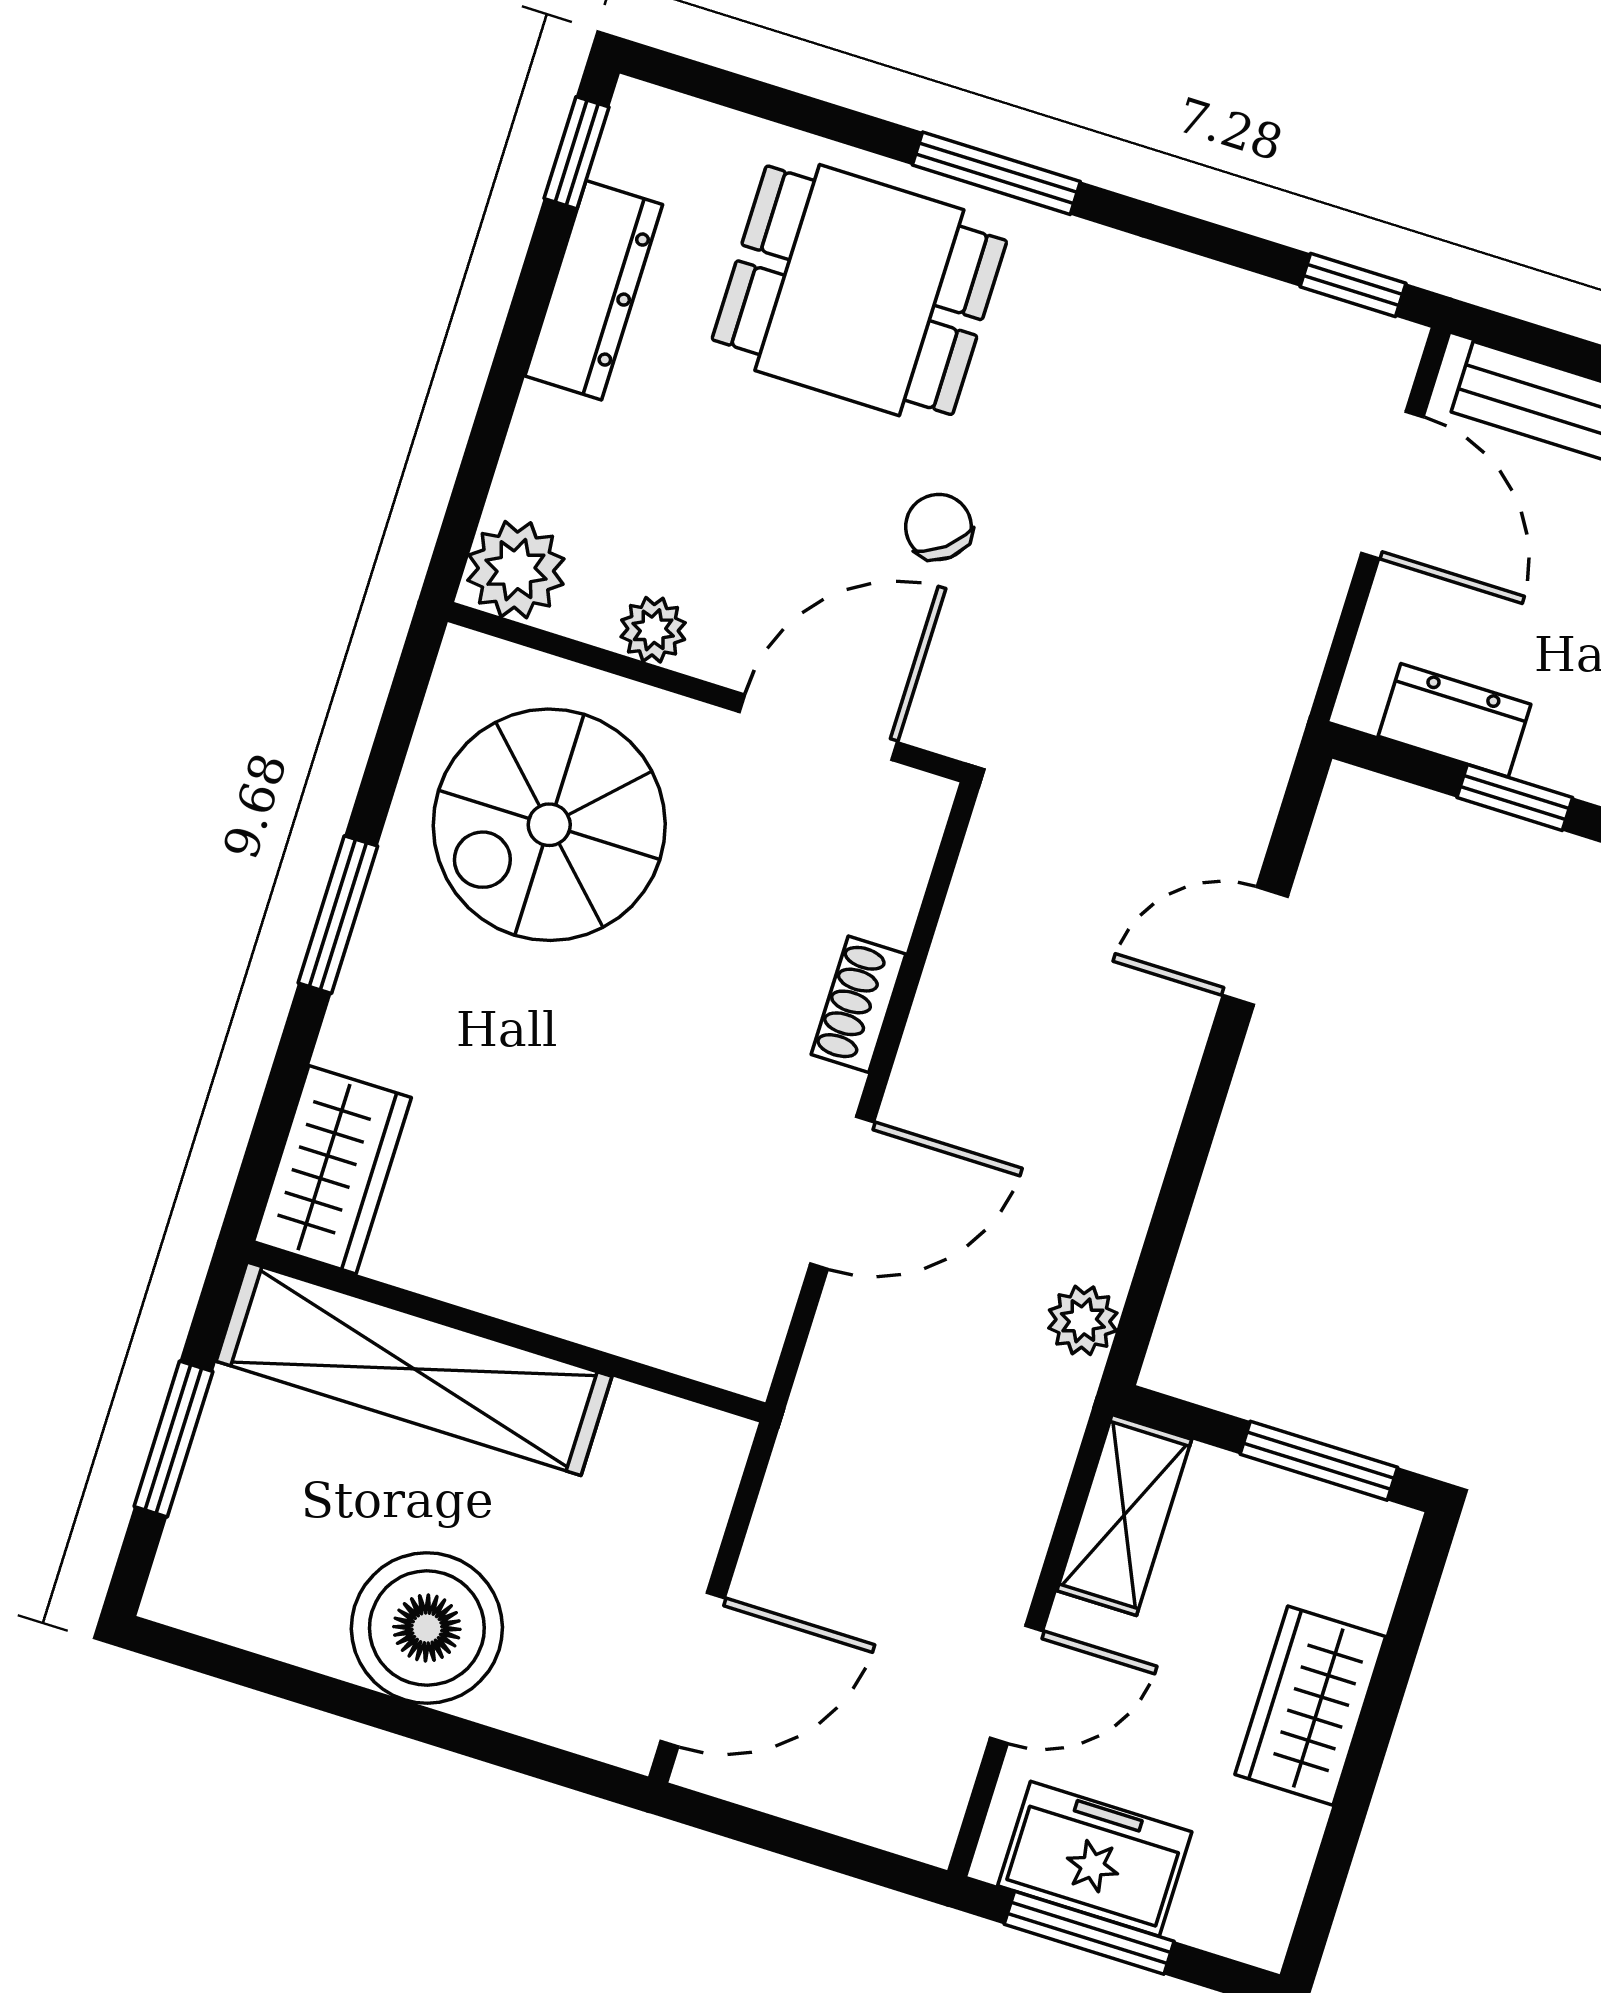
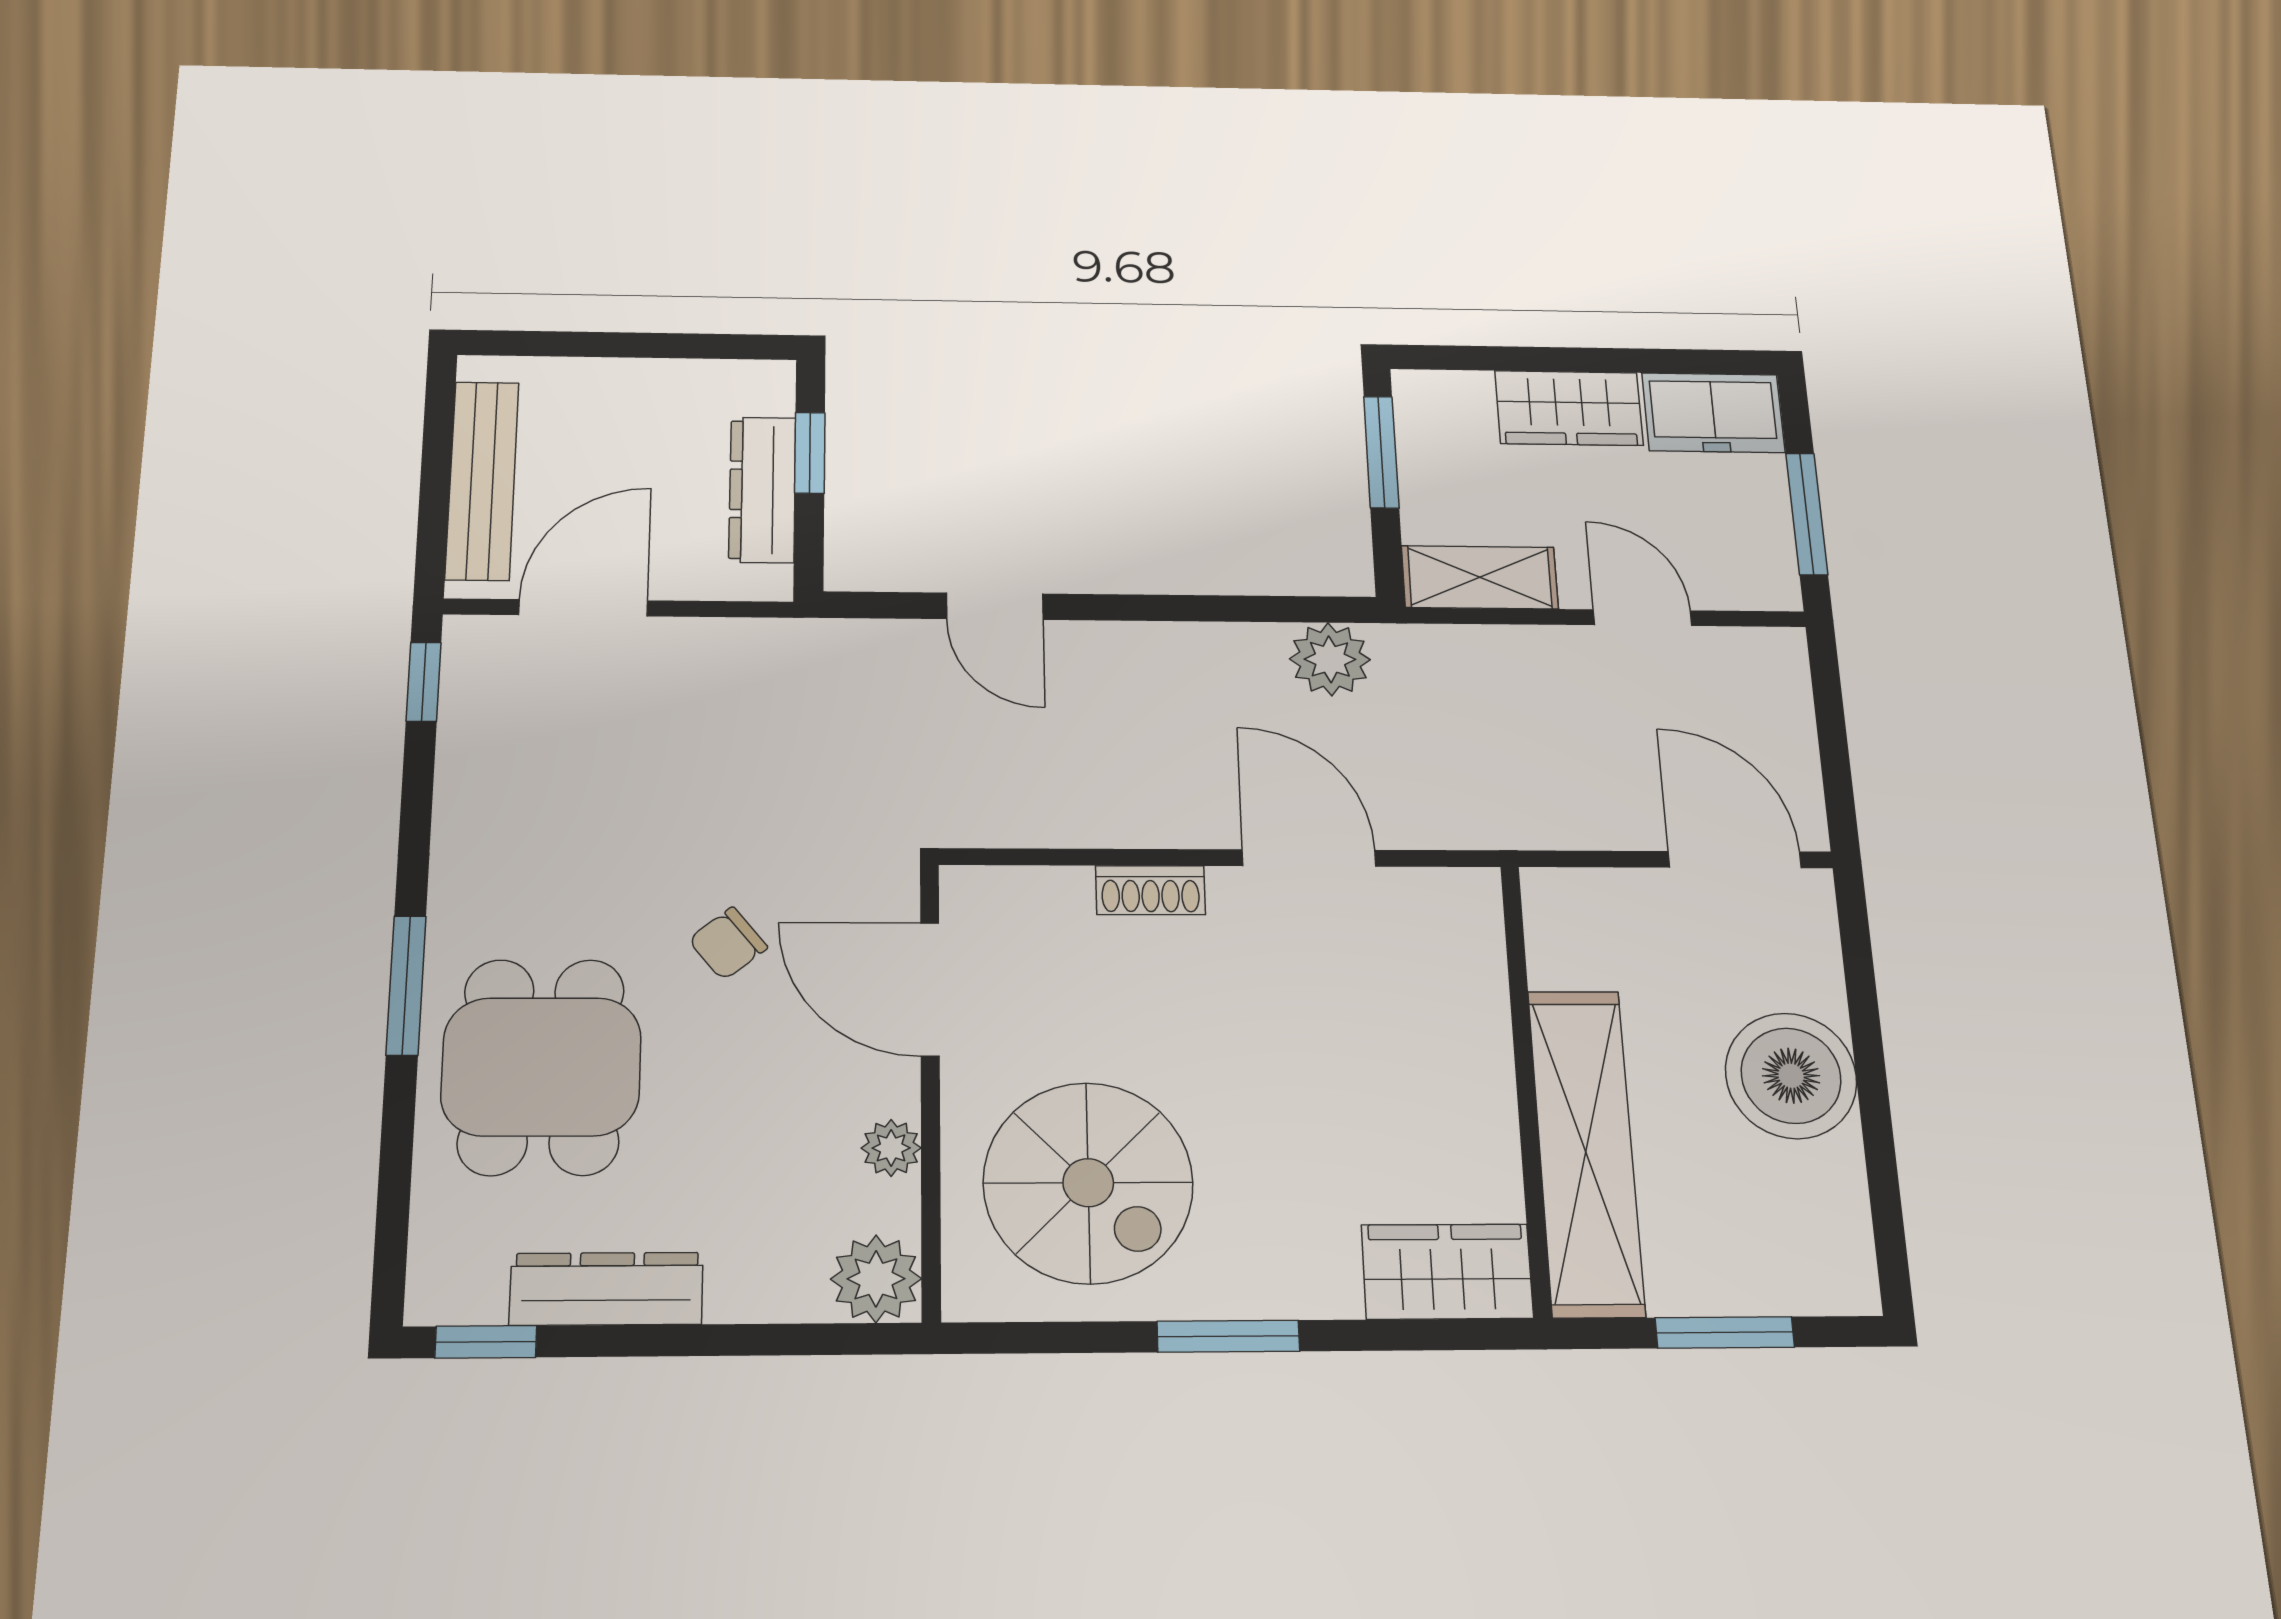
dresser: (1455, 720) -> (762, 490), width x1.44
plant: (1083, 1320) -> (1330, 659), width x1.38, depth x1.38
freezer: (1095, 1859) -> (1713, 413), moved, turned -90

